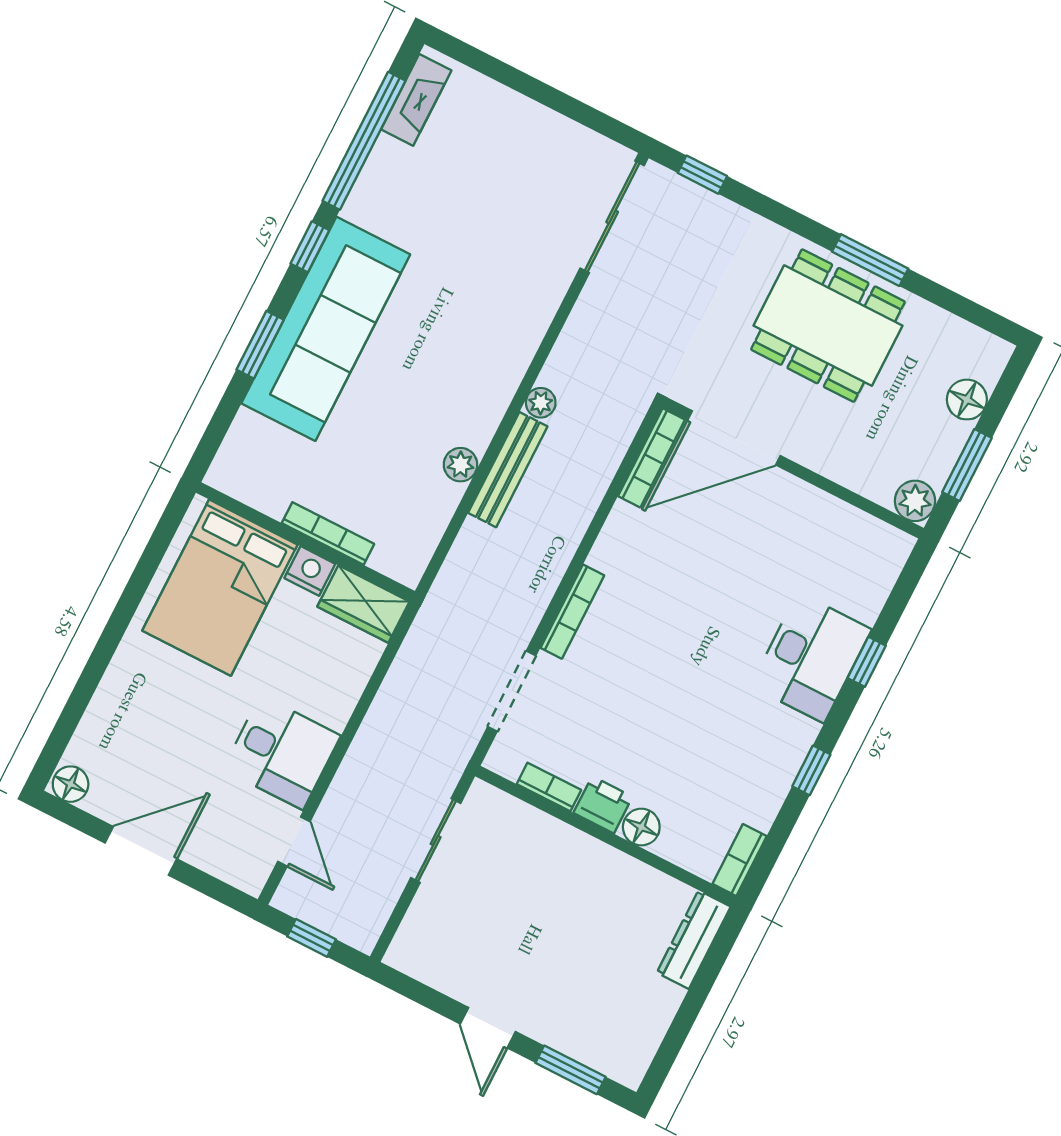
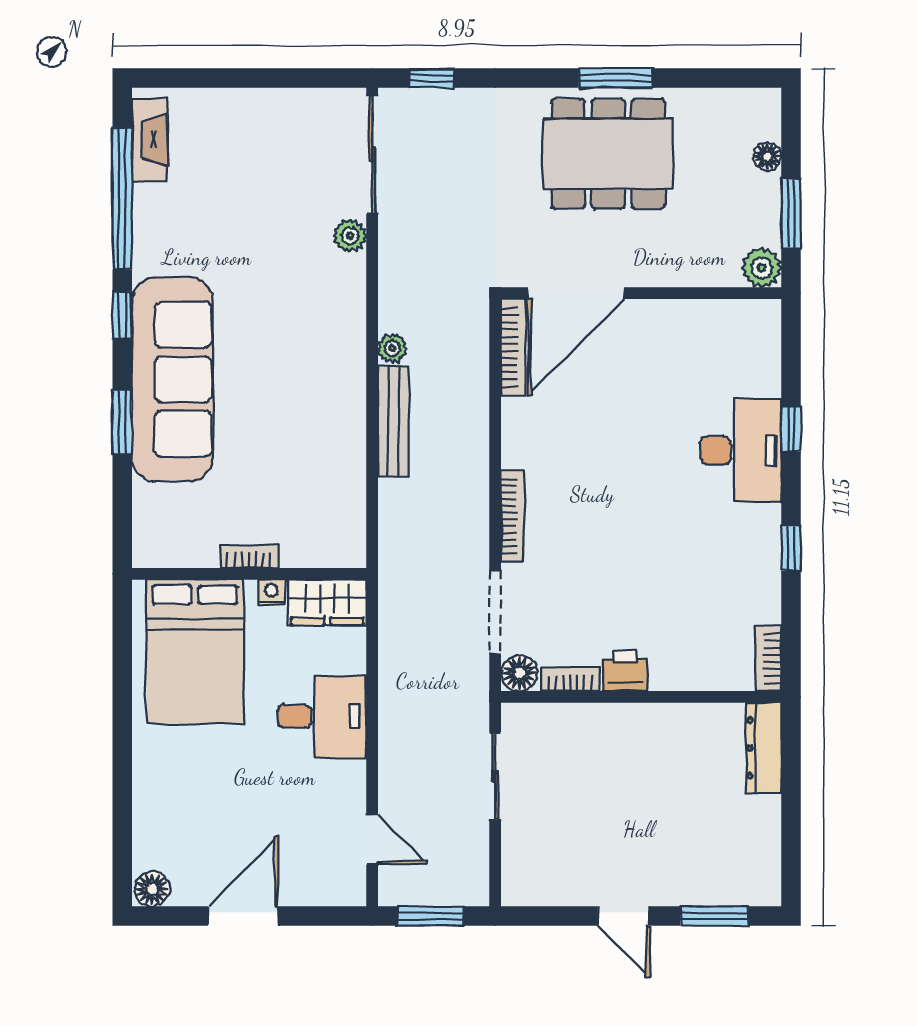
floor lamp: (967, 400) -> (767, 156), width x0.73, depth x0.73
plant: (461, 465) -> (350, 236), moved
bookcase: (328, 533) -> (249, 557), width x0.64
nightstand: (310, 571) -> (271, 593), width x0.72, depth x0.74
desk: (282, 752) -> (322, 716), moved
floor lamp: (641, 827) -> (519, 673), moved
window: (312, 938) -> (430, 916), width x1.50

